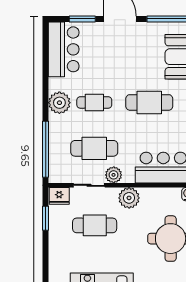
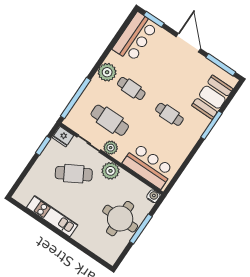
window: (82, 19) -> (154, 19), moved
cafe table: (149, 102) -> (169, 114), width x0.73, depth x0.74
cafe table: (95, 225) -> (74, 174), turned -30

